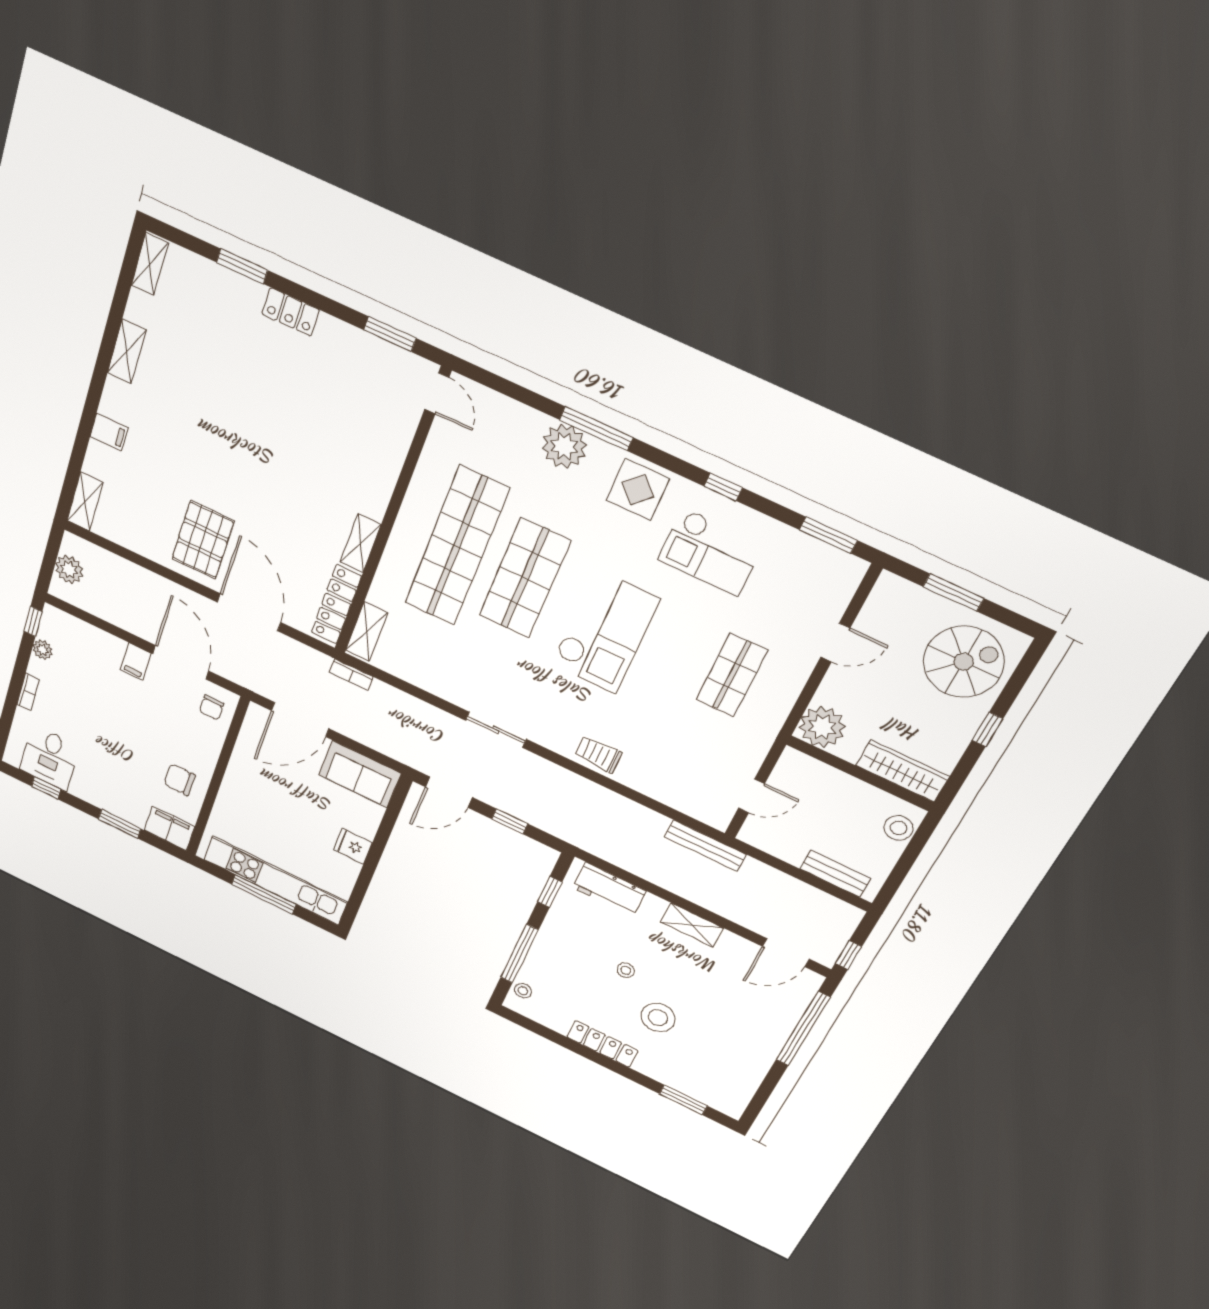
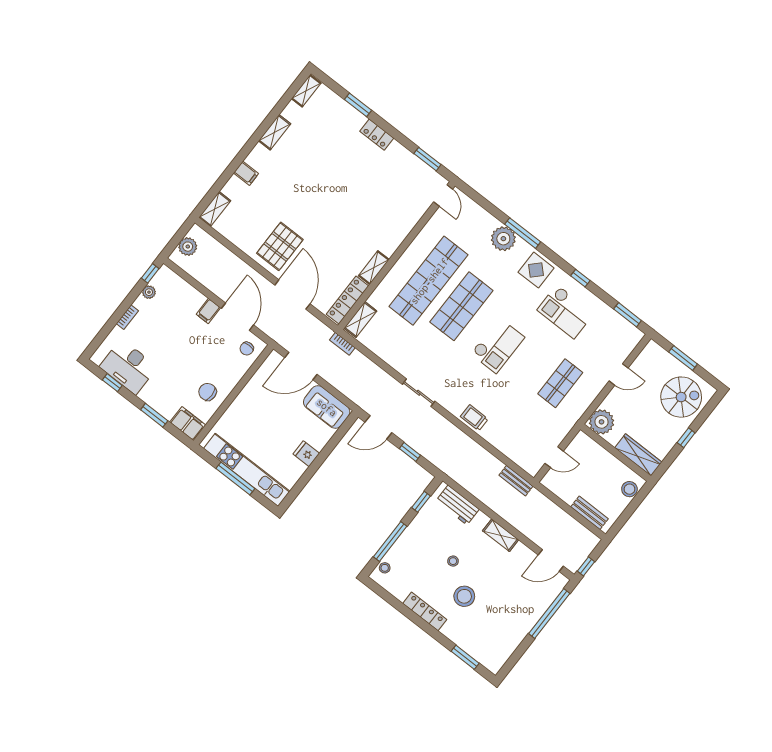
checkout: (605, 632) -> (498, 345), width x0.73, depth x0.83
desk: (49, 758) -> (128, 367), width x1.37
bench: (705, 846) -> (516, 481), width x0.73

